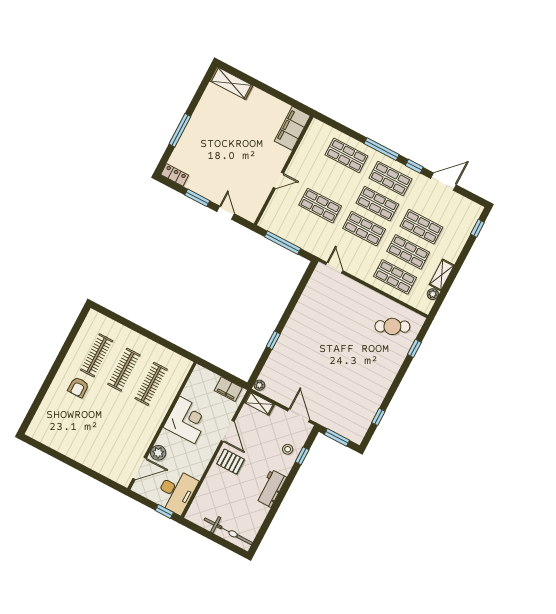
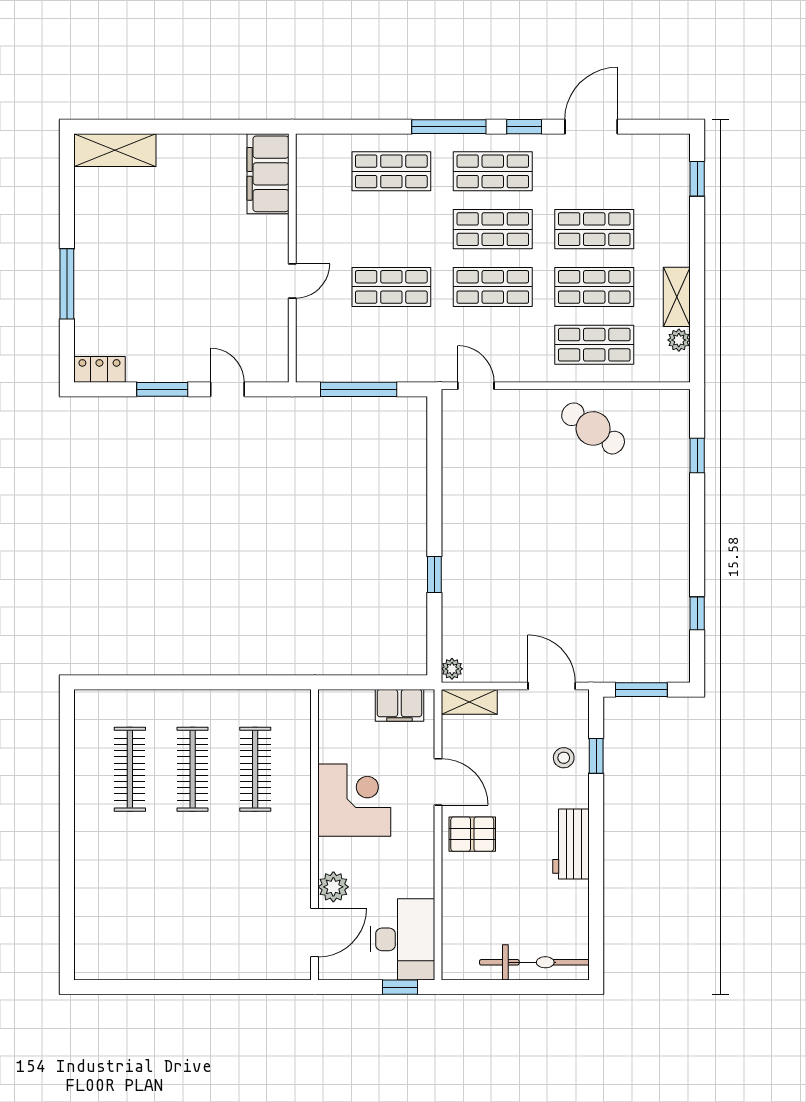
cafe table: (392, 326) -> (593, 428), moved, turned 62
armchair: (78, 387) -> (127, 844), removed

